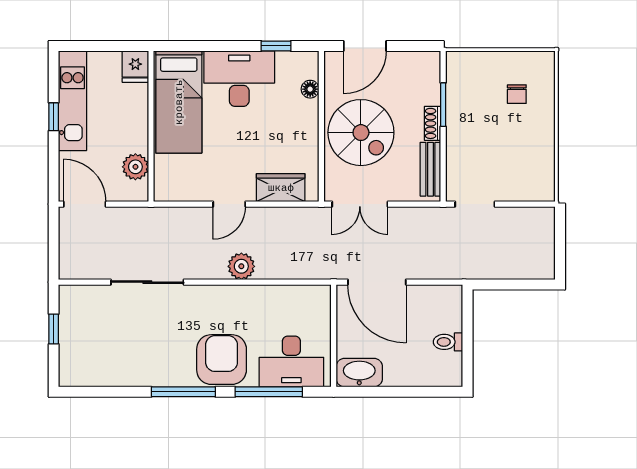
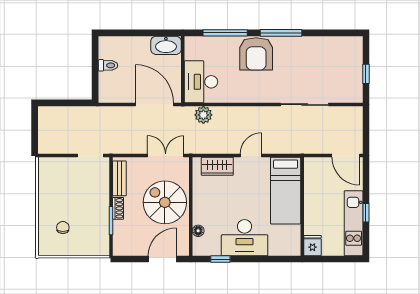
bed: (179, 102) -> (286, 191), moved, turned 180
plant: (135, 167) -> (312, 180), removed
plant: (241, 266) -> (203, 115), moved
desk: (291, 361) -> (201, 82), moved, turned -90

